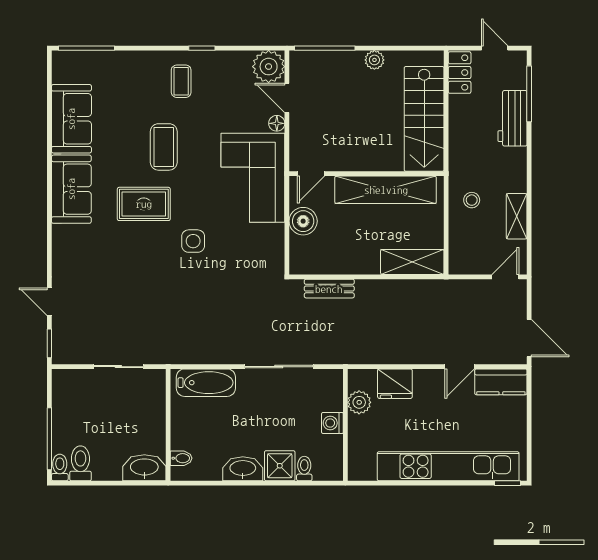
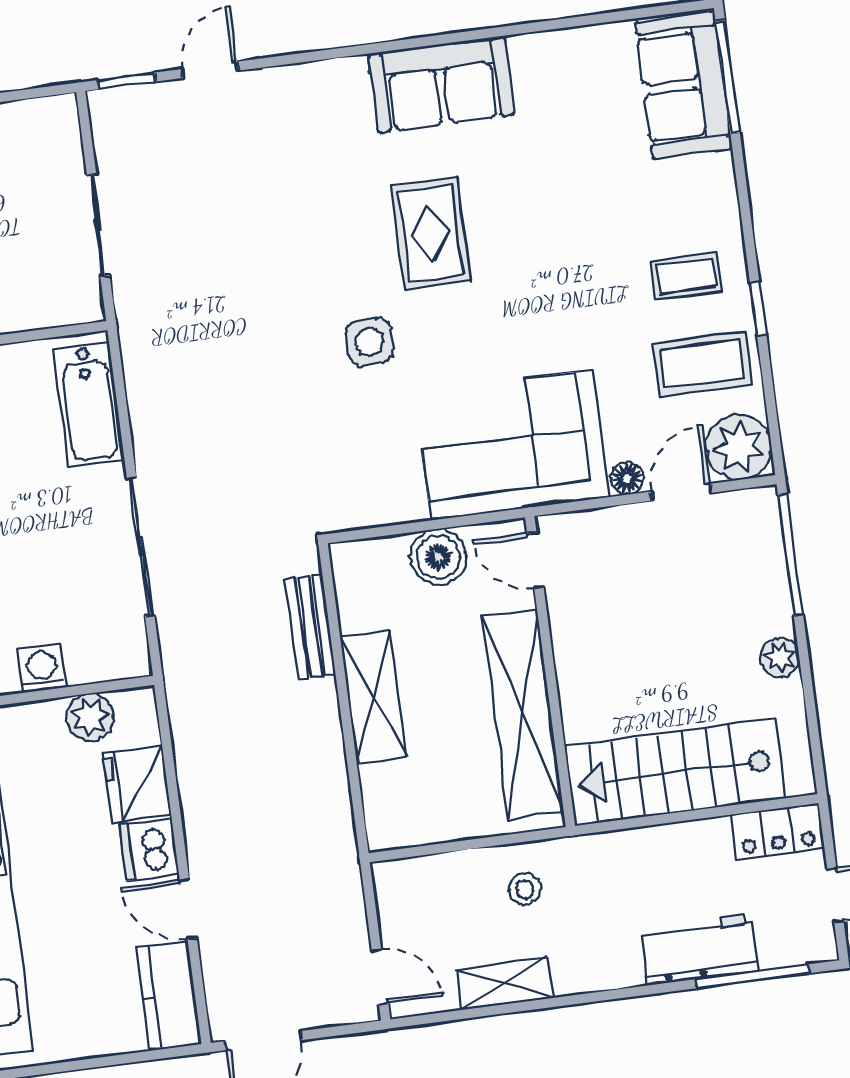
sofa: (71, 119) -> (684, 85), moved, turned 90
coffee table: (164, 147) -> (702, 364), moved
shelving: (412, 262) -> (374, 697), moved
dishwasher: (428, 382) -> (149, 850), added

